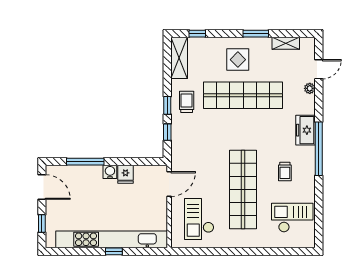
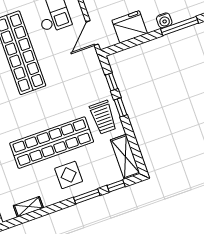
window: (256, 34) -> (87, 196), moved
trolley: (187, 102) -> (103, 117), width x1.36, depth x1.39
water cooler: (110, 172) -> (164, 20), moved
fridge: (125, 174) -> (130, 27), width x1.88, depth x1.34

